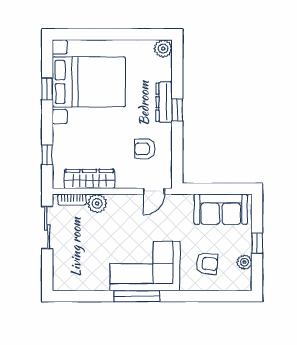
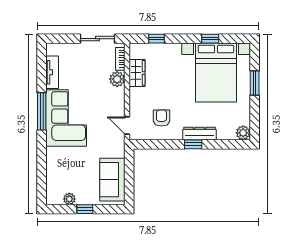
window: (102, 34) -> (255, 83), added
wardrobe: (90, 179) -> (137, 73), width x0.67
armchair: (207, 264) -> (68, 168), removed
tv unit: (89, 283) -> (52, 72), added

